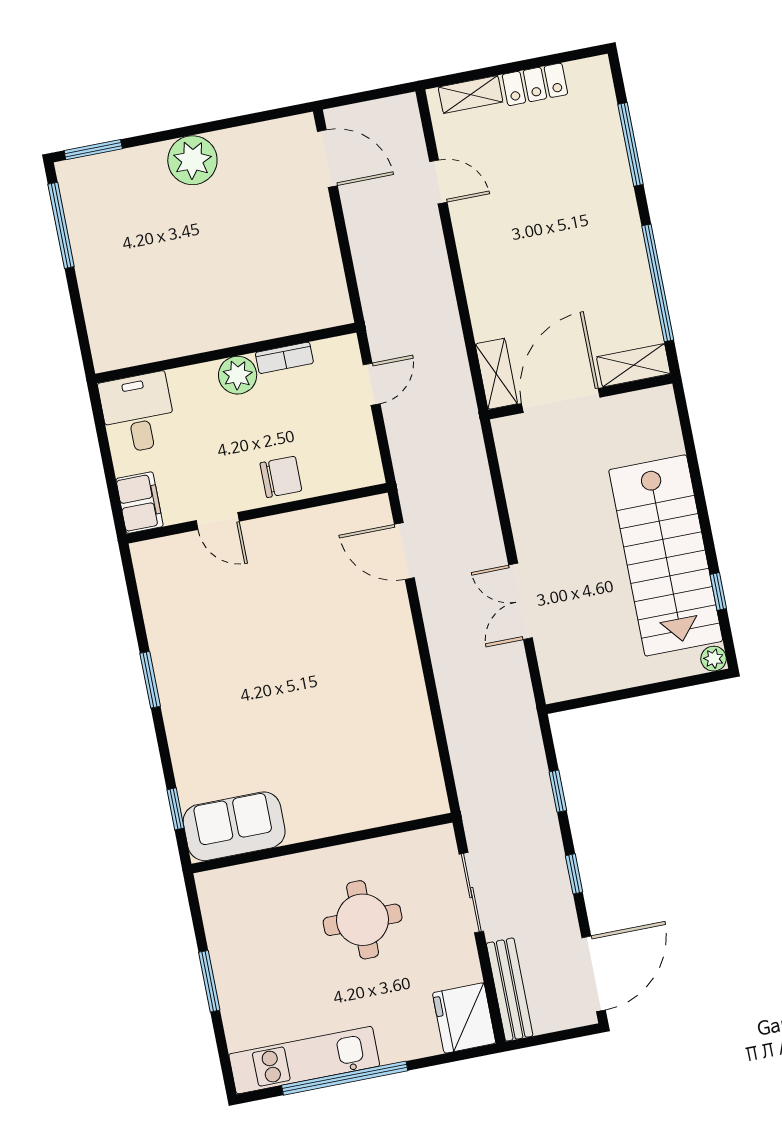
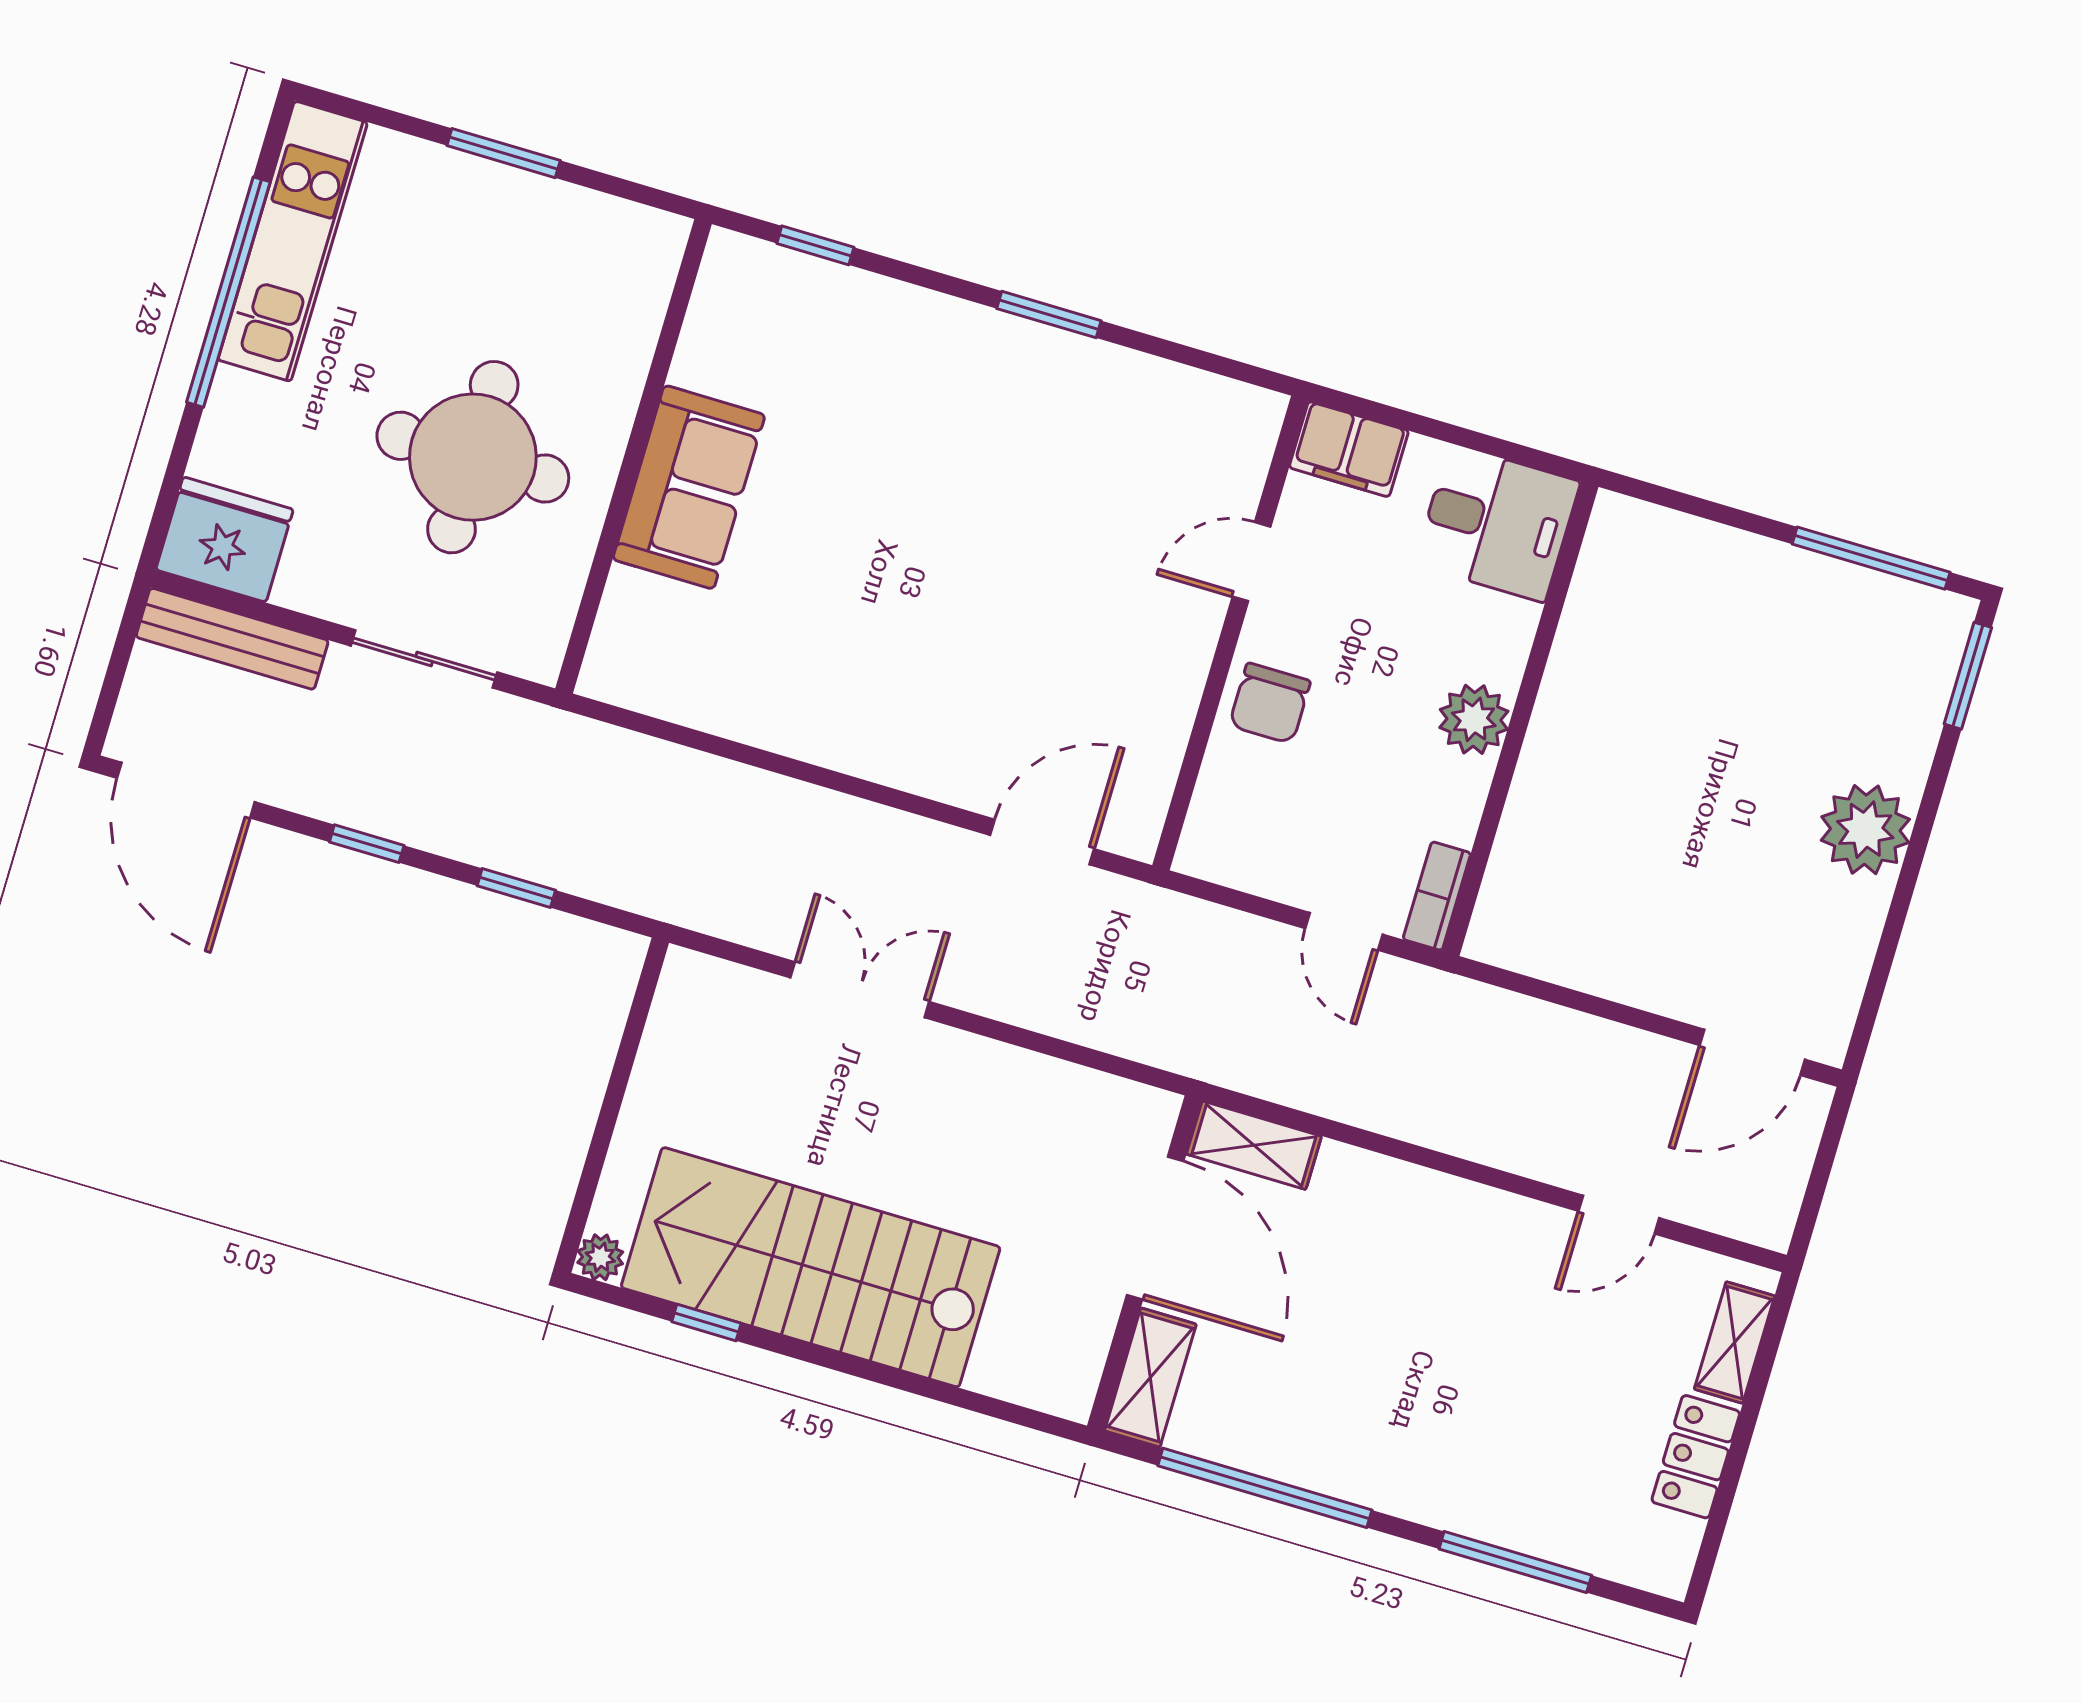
bookcase: (284, 358) -> (1437, 896), moved
sofa: (234, 826) -> (689, 487), moved
round table: (363, 920) -> (473, 457), width x1.36, depth x1.36

